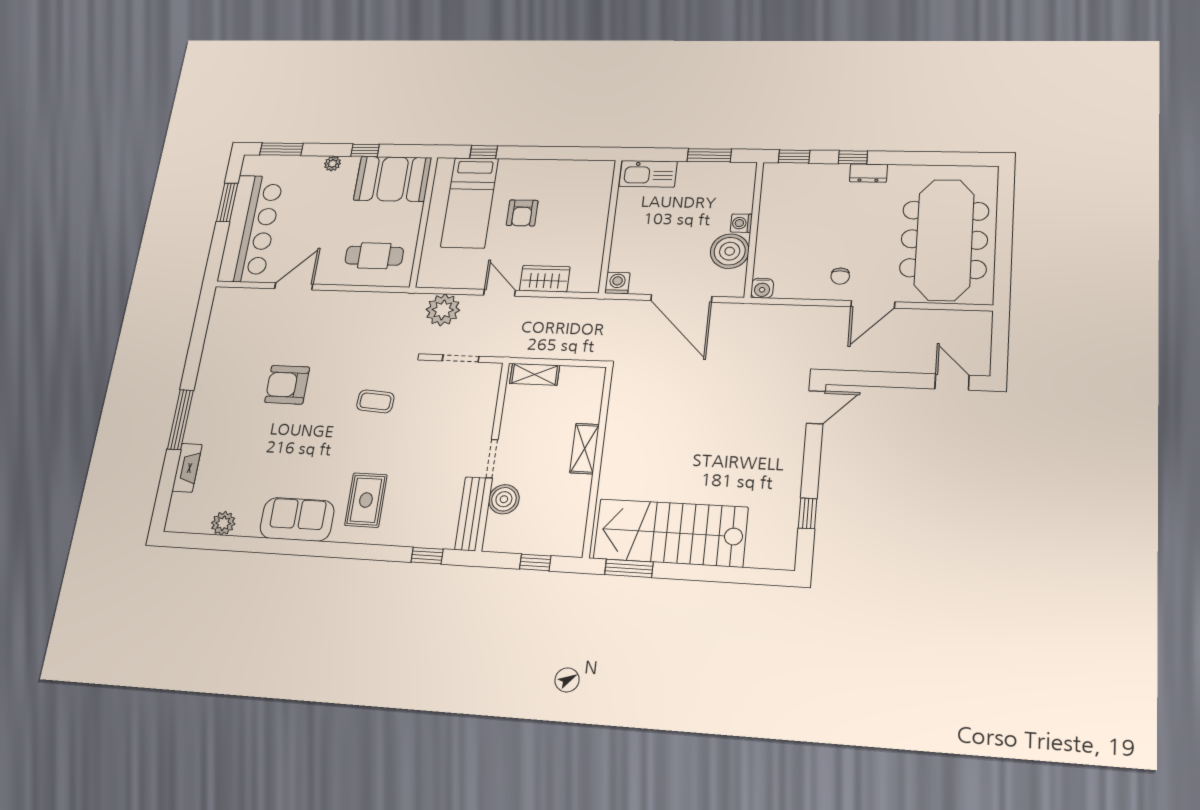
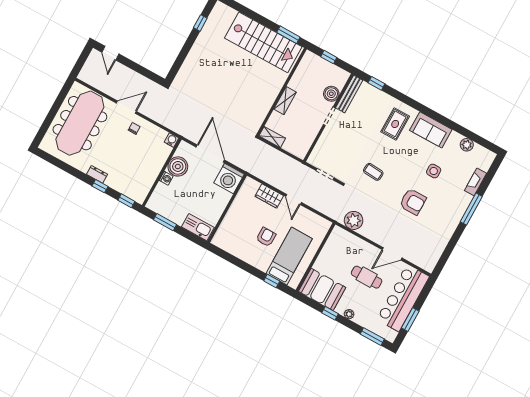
cafe table: (374, 256) -> (367, 277), moved
washing machine: (617, 283) -> (229, 178), width x1.89, depth x1.89
plant: (443, 310) -> (354, 220), moved
shelving: (535, 374) -> (272, 137), moved
door: (816, 407) -> (174, 70), removed
side table: (268, 452) -> (434, 171), added

